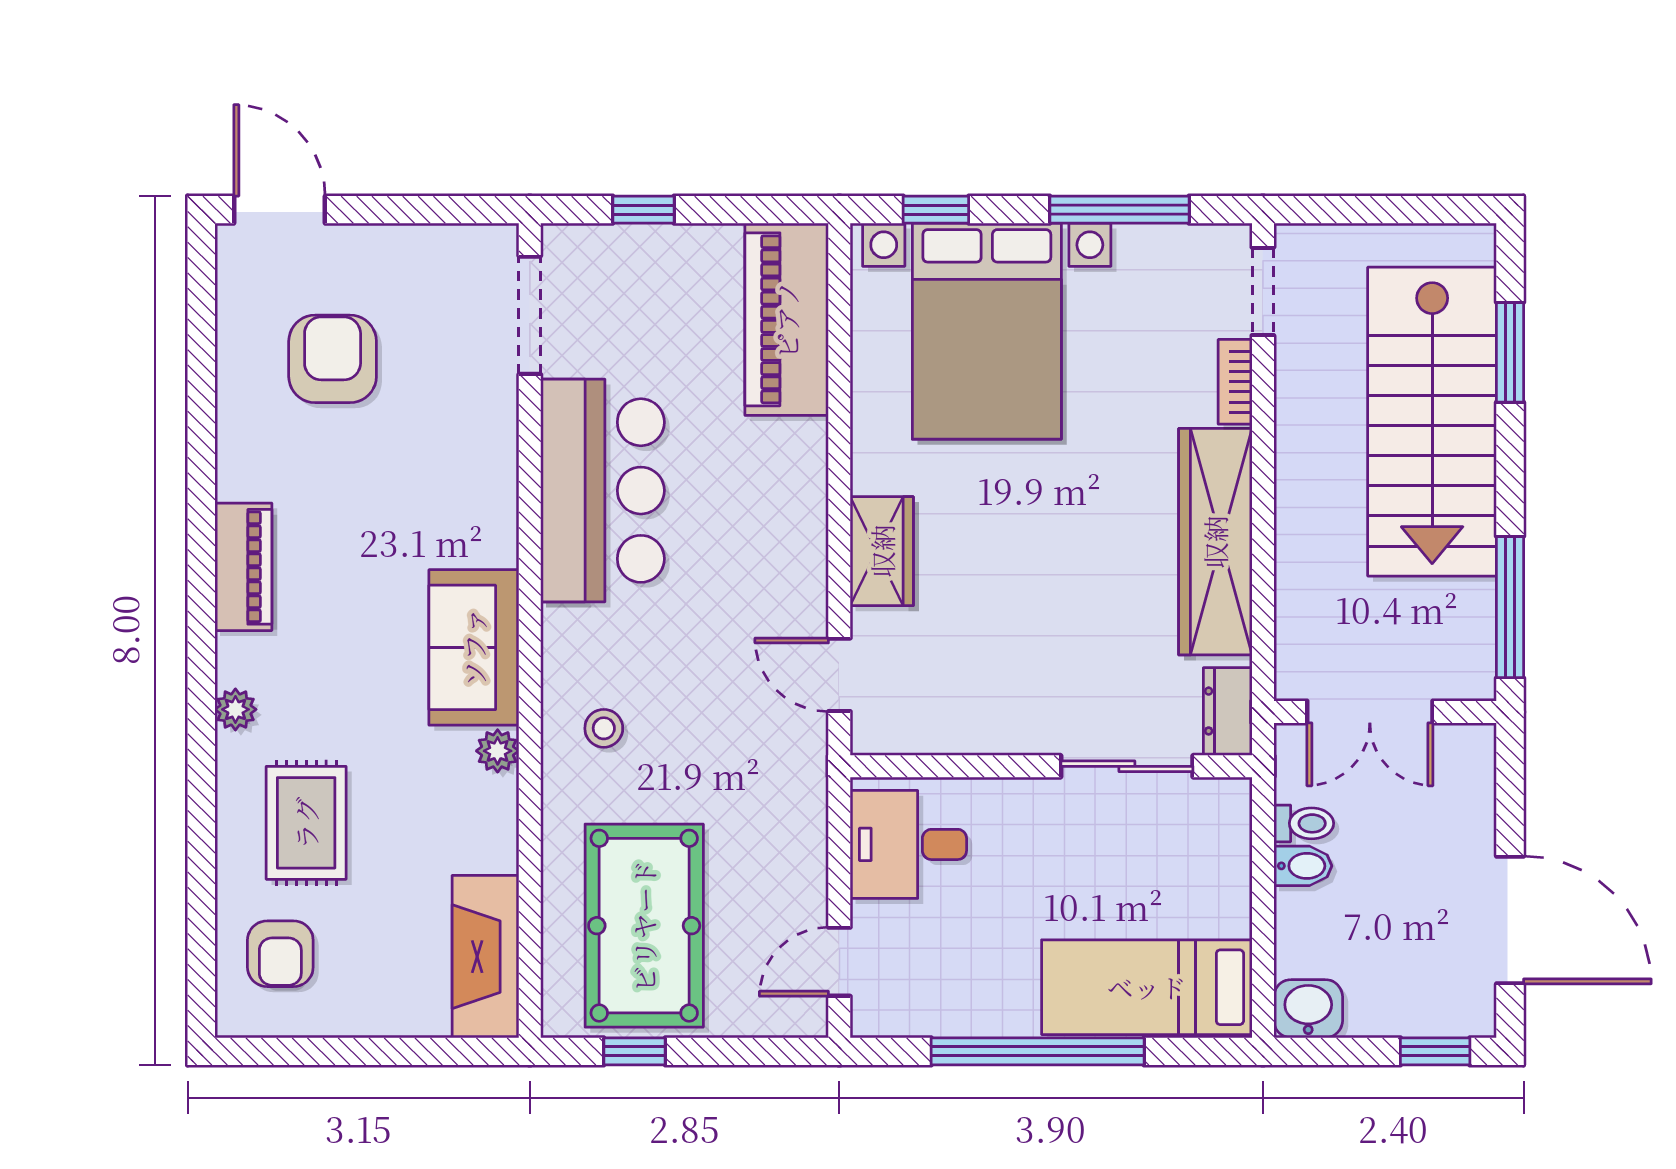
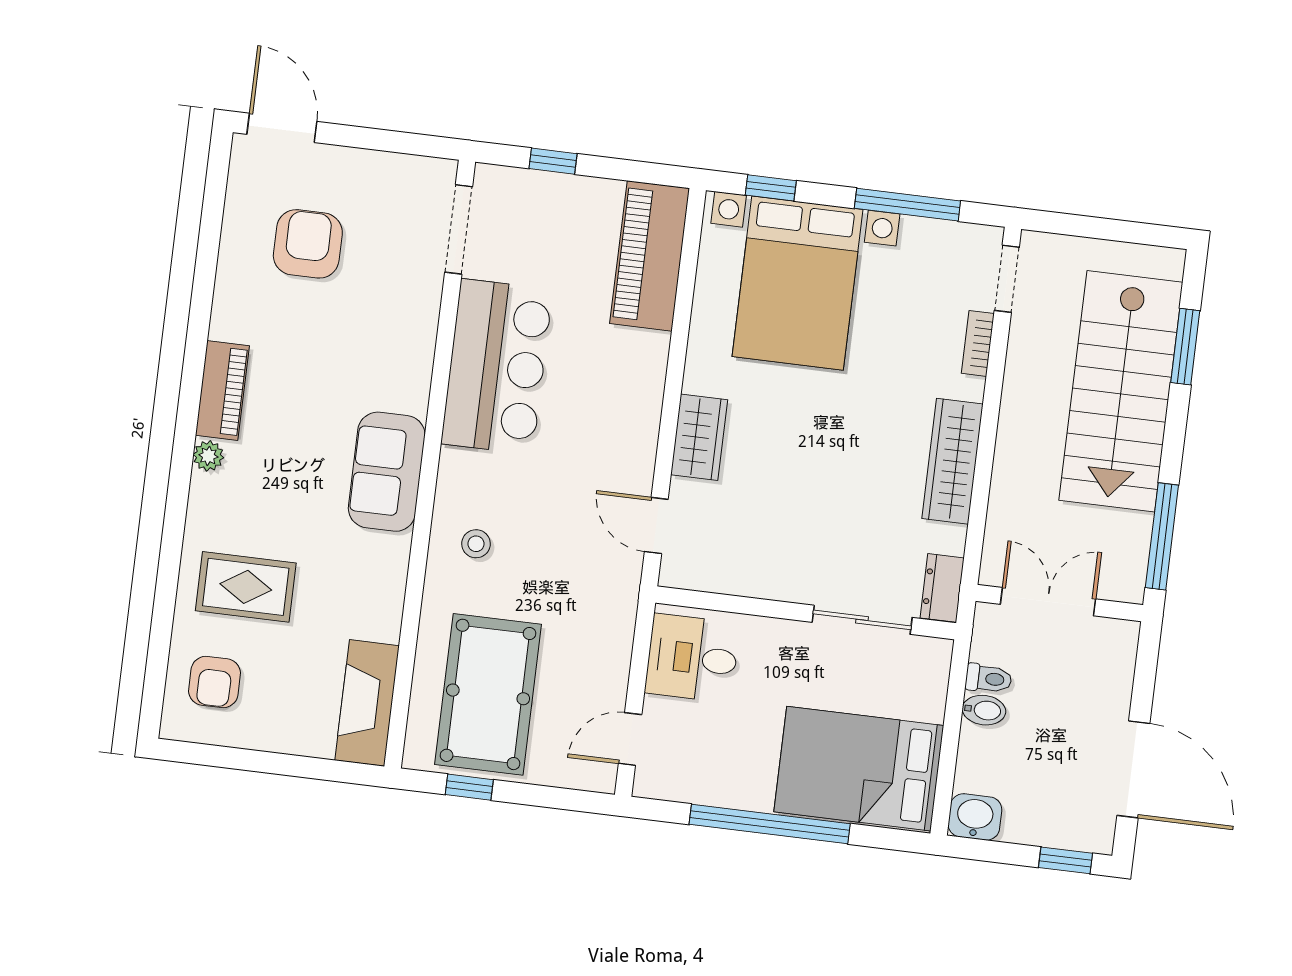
wardrobe: (1215, 542) -> (953, 461), width x0.71, depth x0.85
plant: (235, 709) -> (208, 456), moved
double door: (1370, 712) -> (1048, 602), swing flipped
plant: (498, 751) -> (395, 551), removed
rug: (306, 823) -> (246, 587), turned 90
bed: (1147, 987) -> (859, 769), width x1.50

